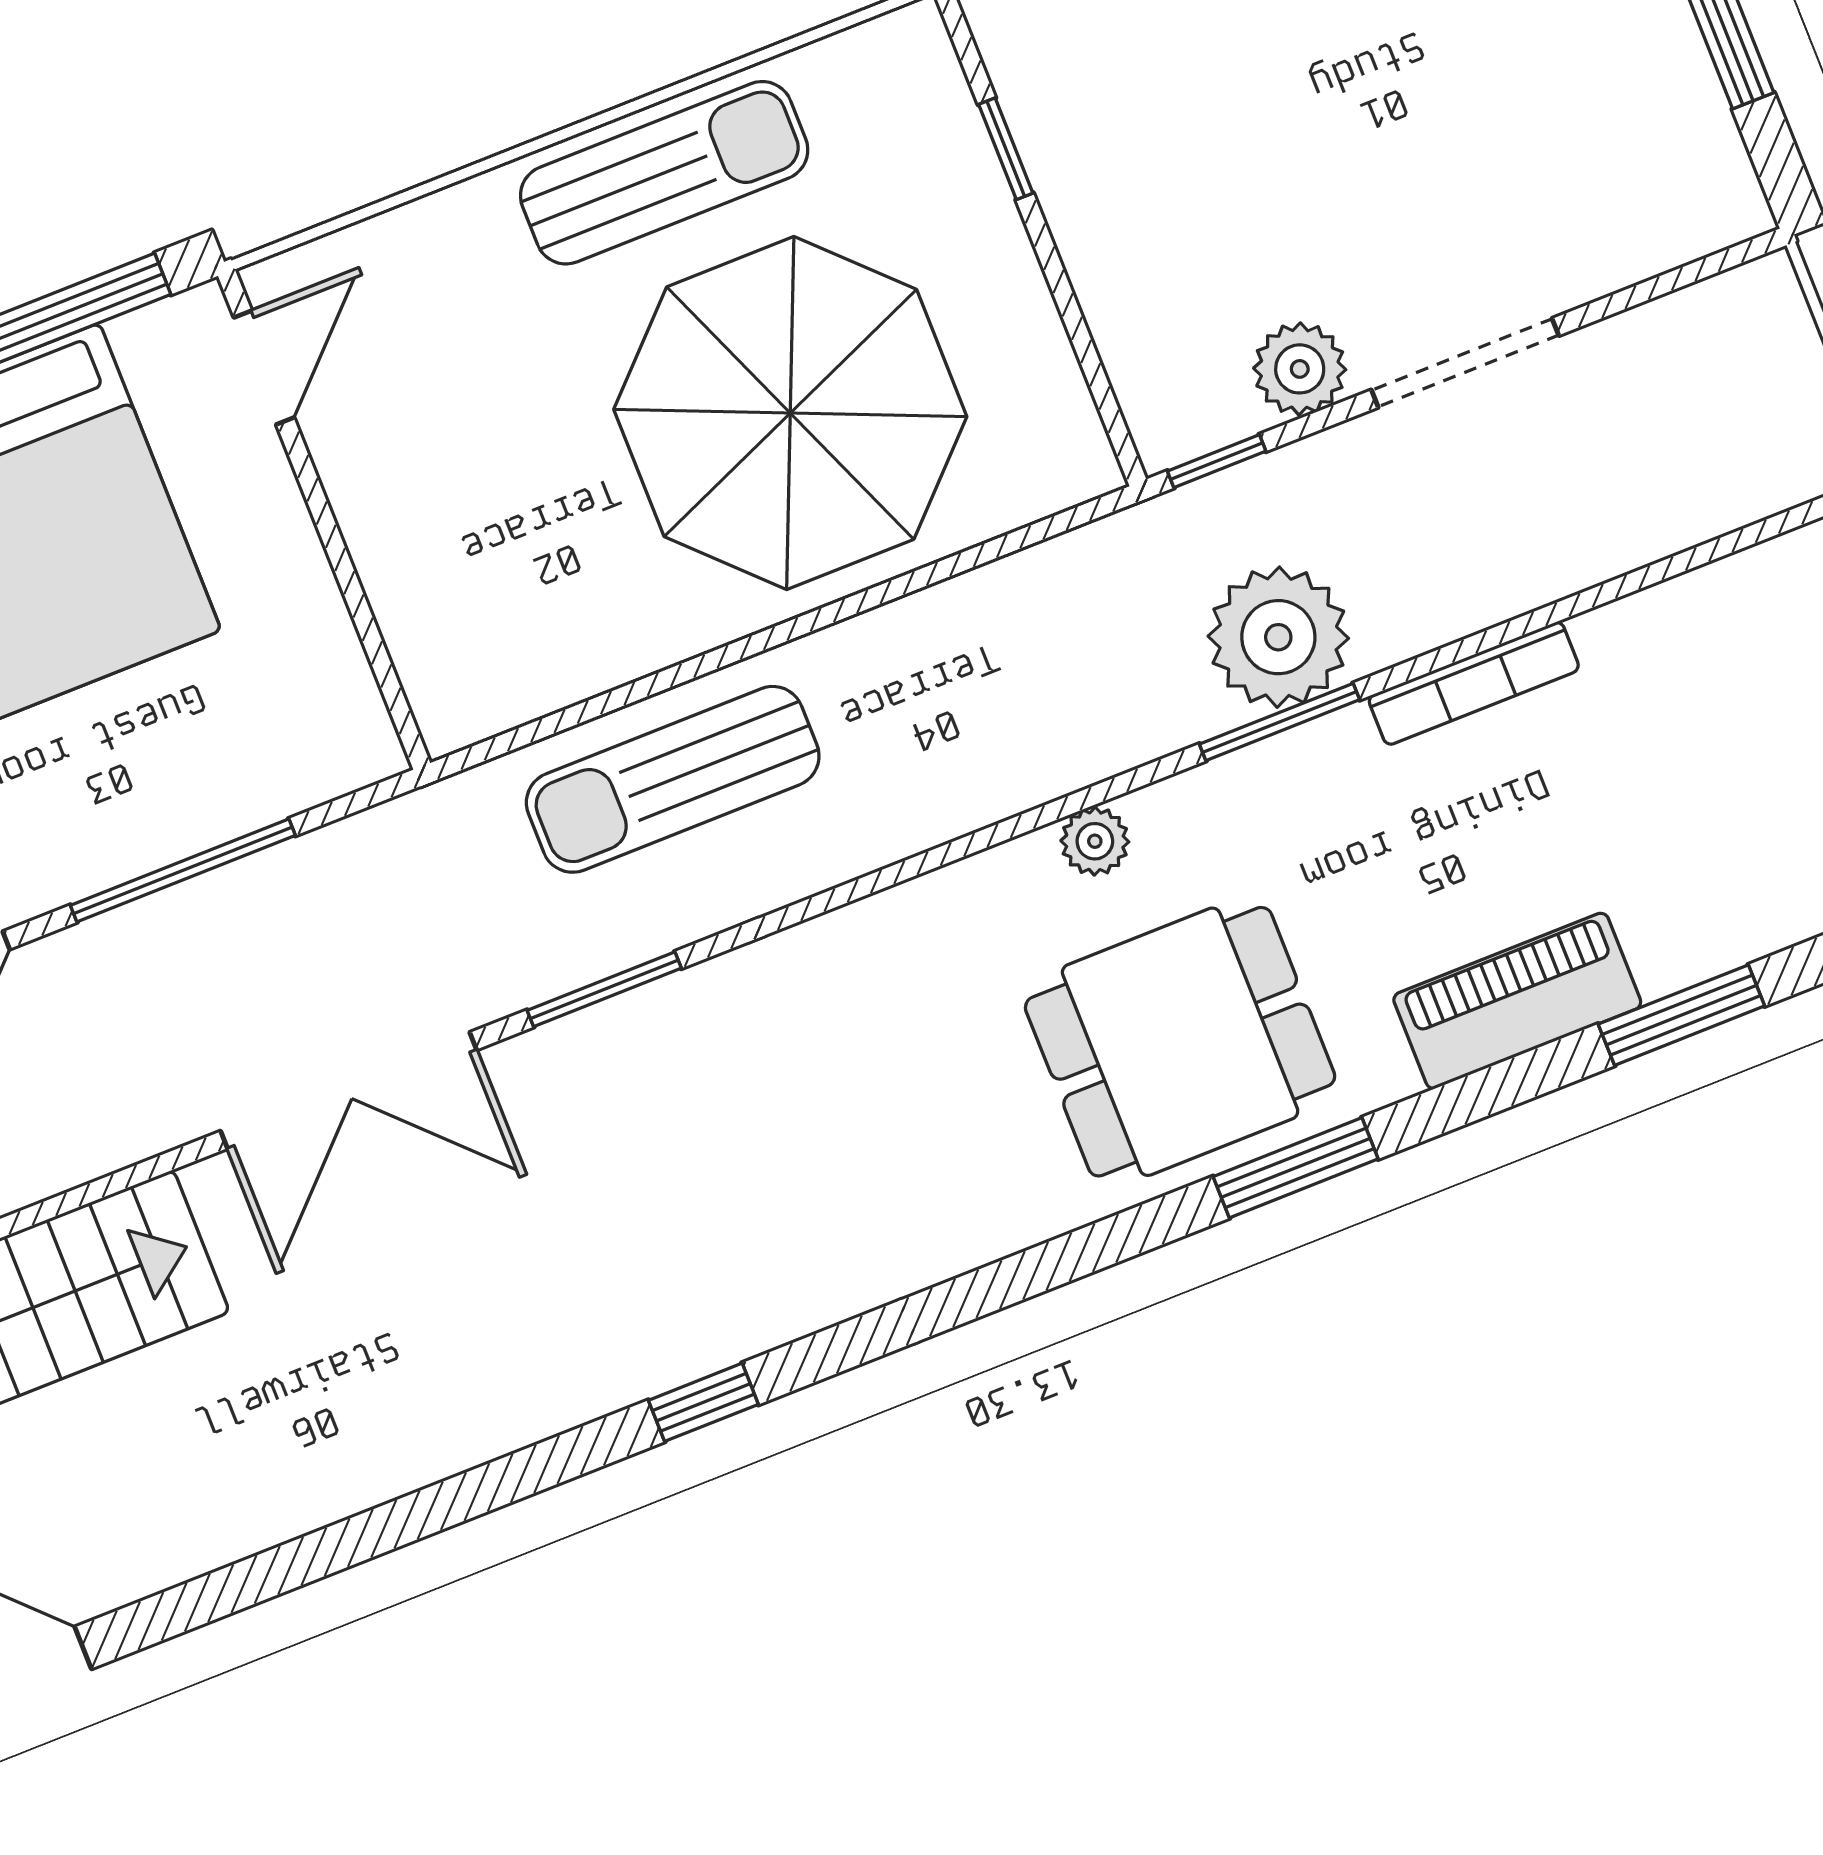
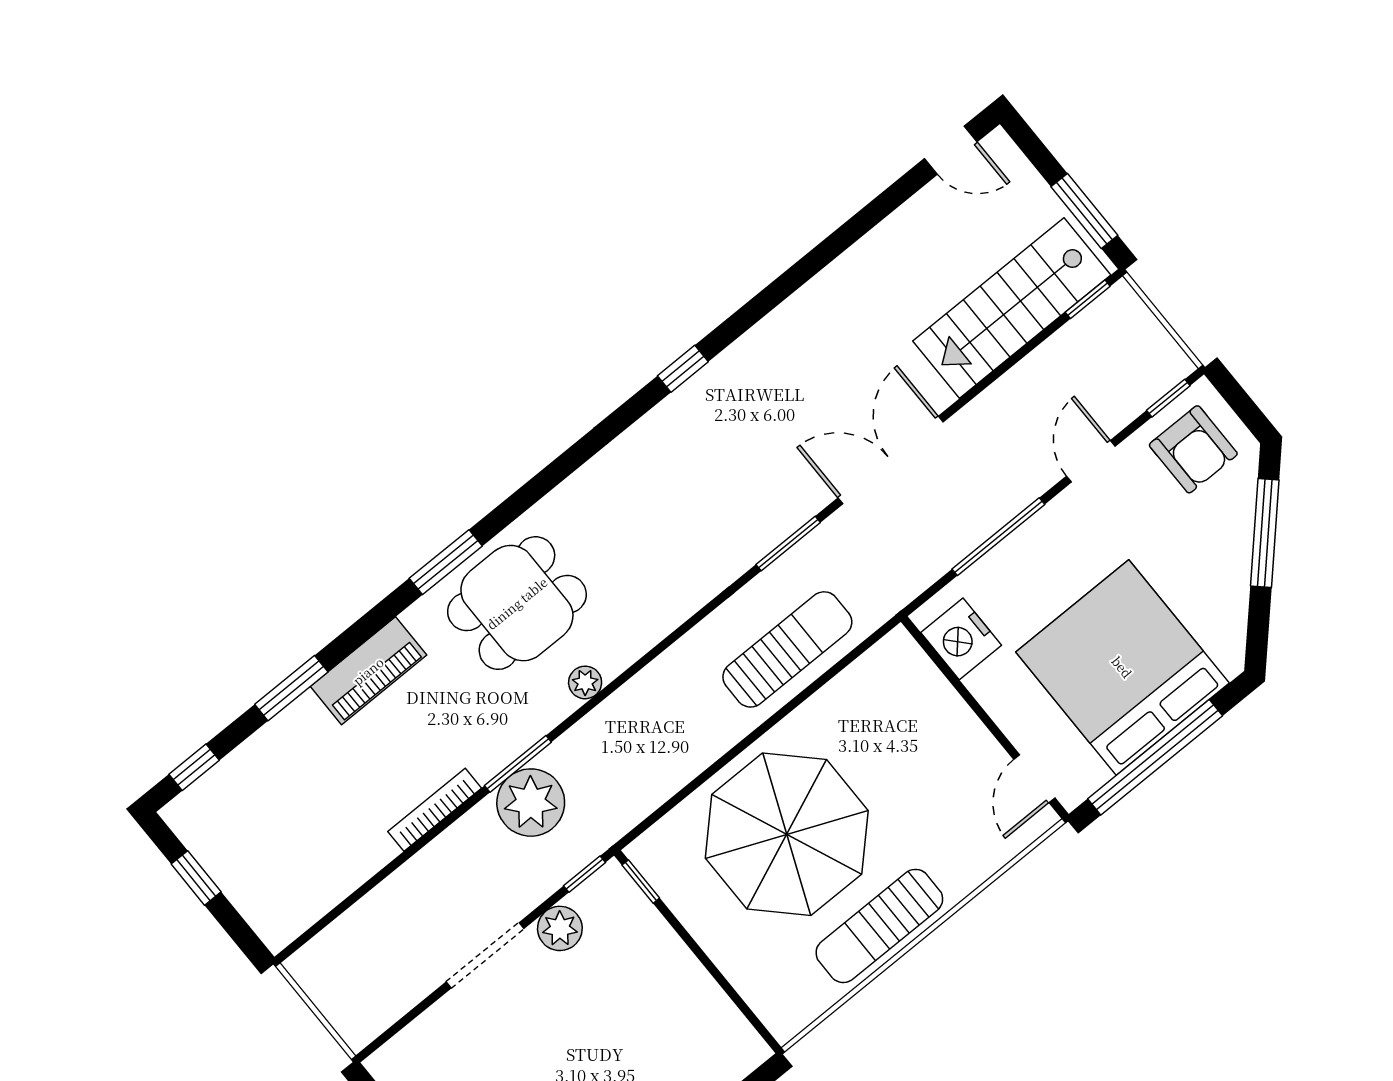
window: (1006, 149) -> (641, 882), moved
nightstand: (321, 691) -> (961, 639), added

